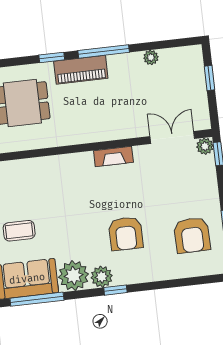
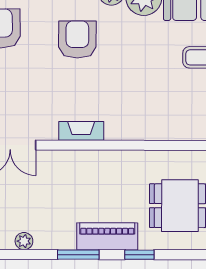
window: (104, 51) -> (78, 255), width x0.69

